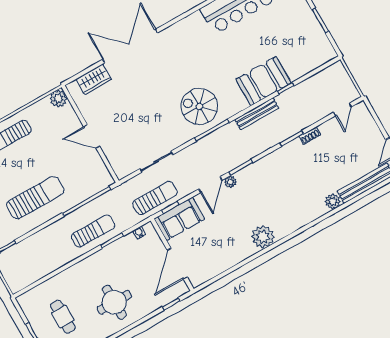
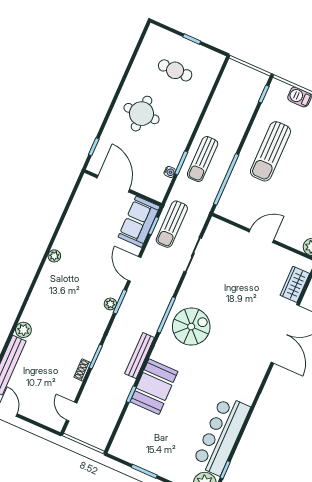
plant: (230, 182) -> (110, 304), moved
water cooler: (139, 233) -> (170, 172), moved
plant: (263, 237) -> (54, 256), width x0.53, depth x0.53

